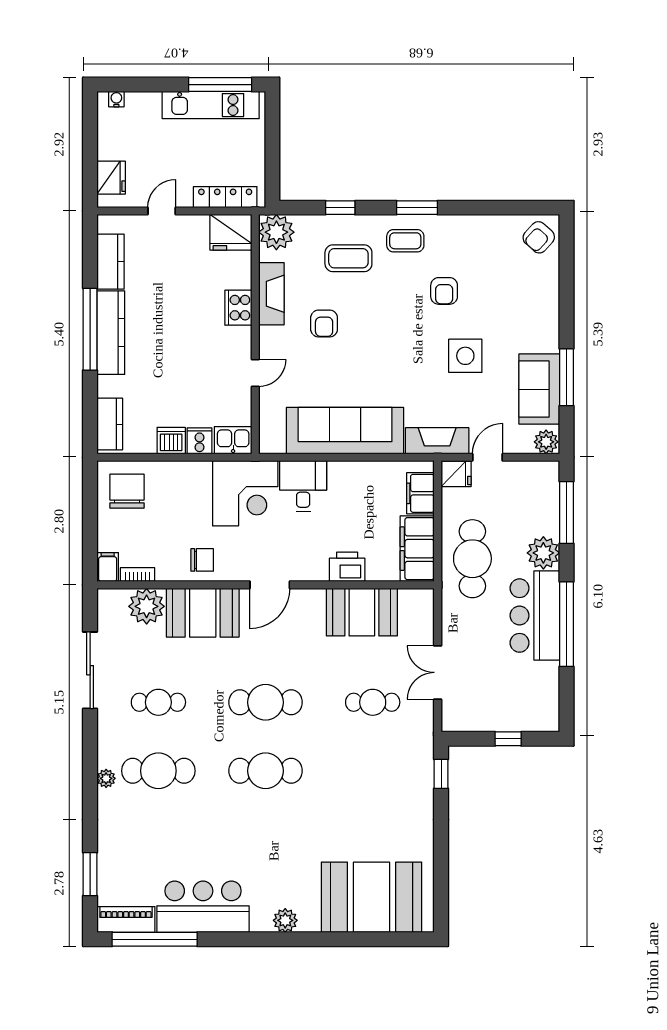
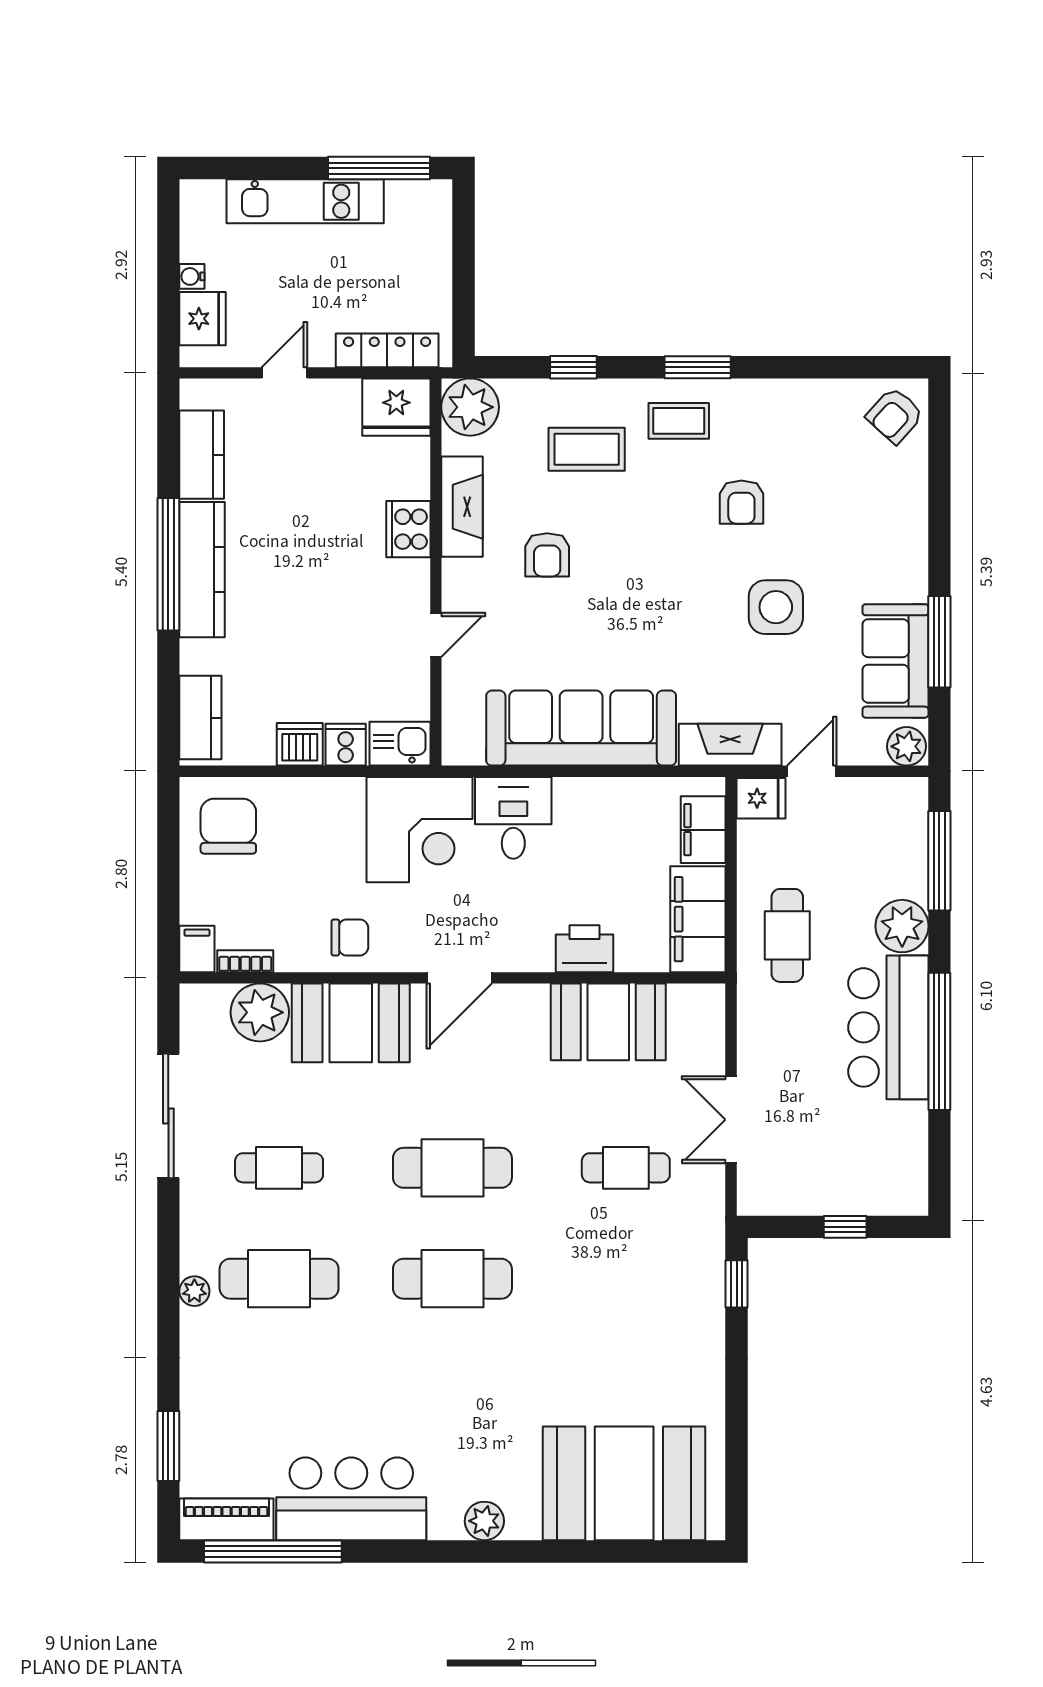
water cooler: (116, 99) -> (192, 276), moved, turned -90
kitchen unit: (211, 105) -> (305, 201), moved
cafe table: (472, 559) -> (787, 935), width x0.73, depth x0.74

